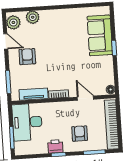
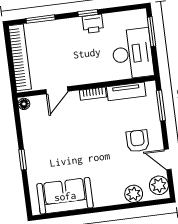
sofa: (100, 35) -> (65, 196), moved, turned -90
armchair: (27, 57) -> (138, 141), turned 180
door: (85, 98) -> (57, 90), hinge flipped
armchair: (80, 134) -> (62, 43), removed

